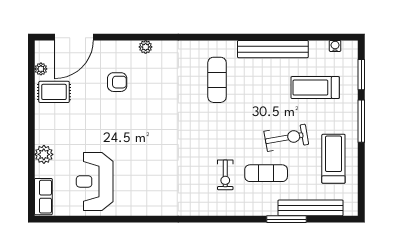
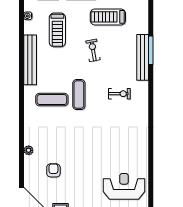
exercise bike: (286, 138) -> (93, 50), width x0.73, depth x0.72
exercise mat: (266, 173) -> (79, 95), moved
reception desk: (95, 181) -> (124, 186), turned 180
bench: (311, 208) -> (143, 57), moved

